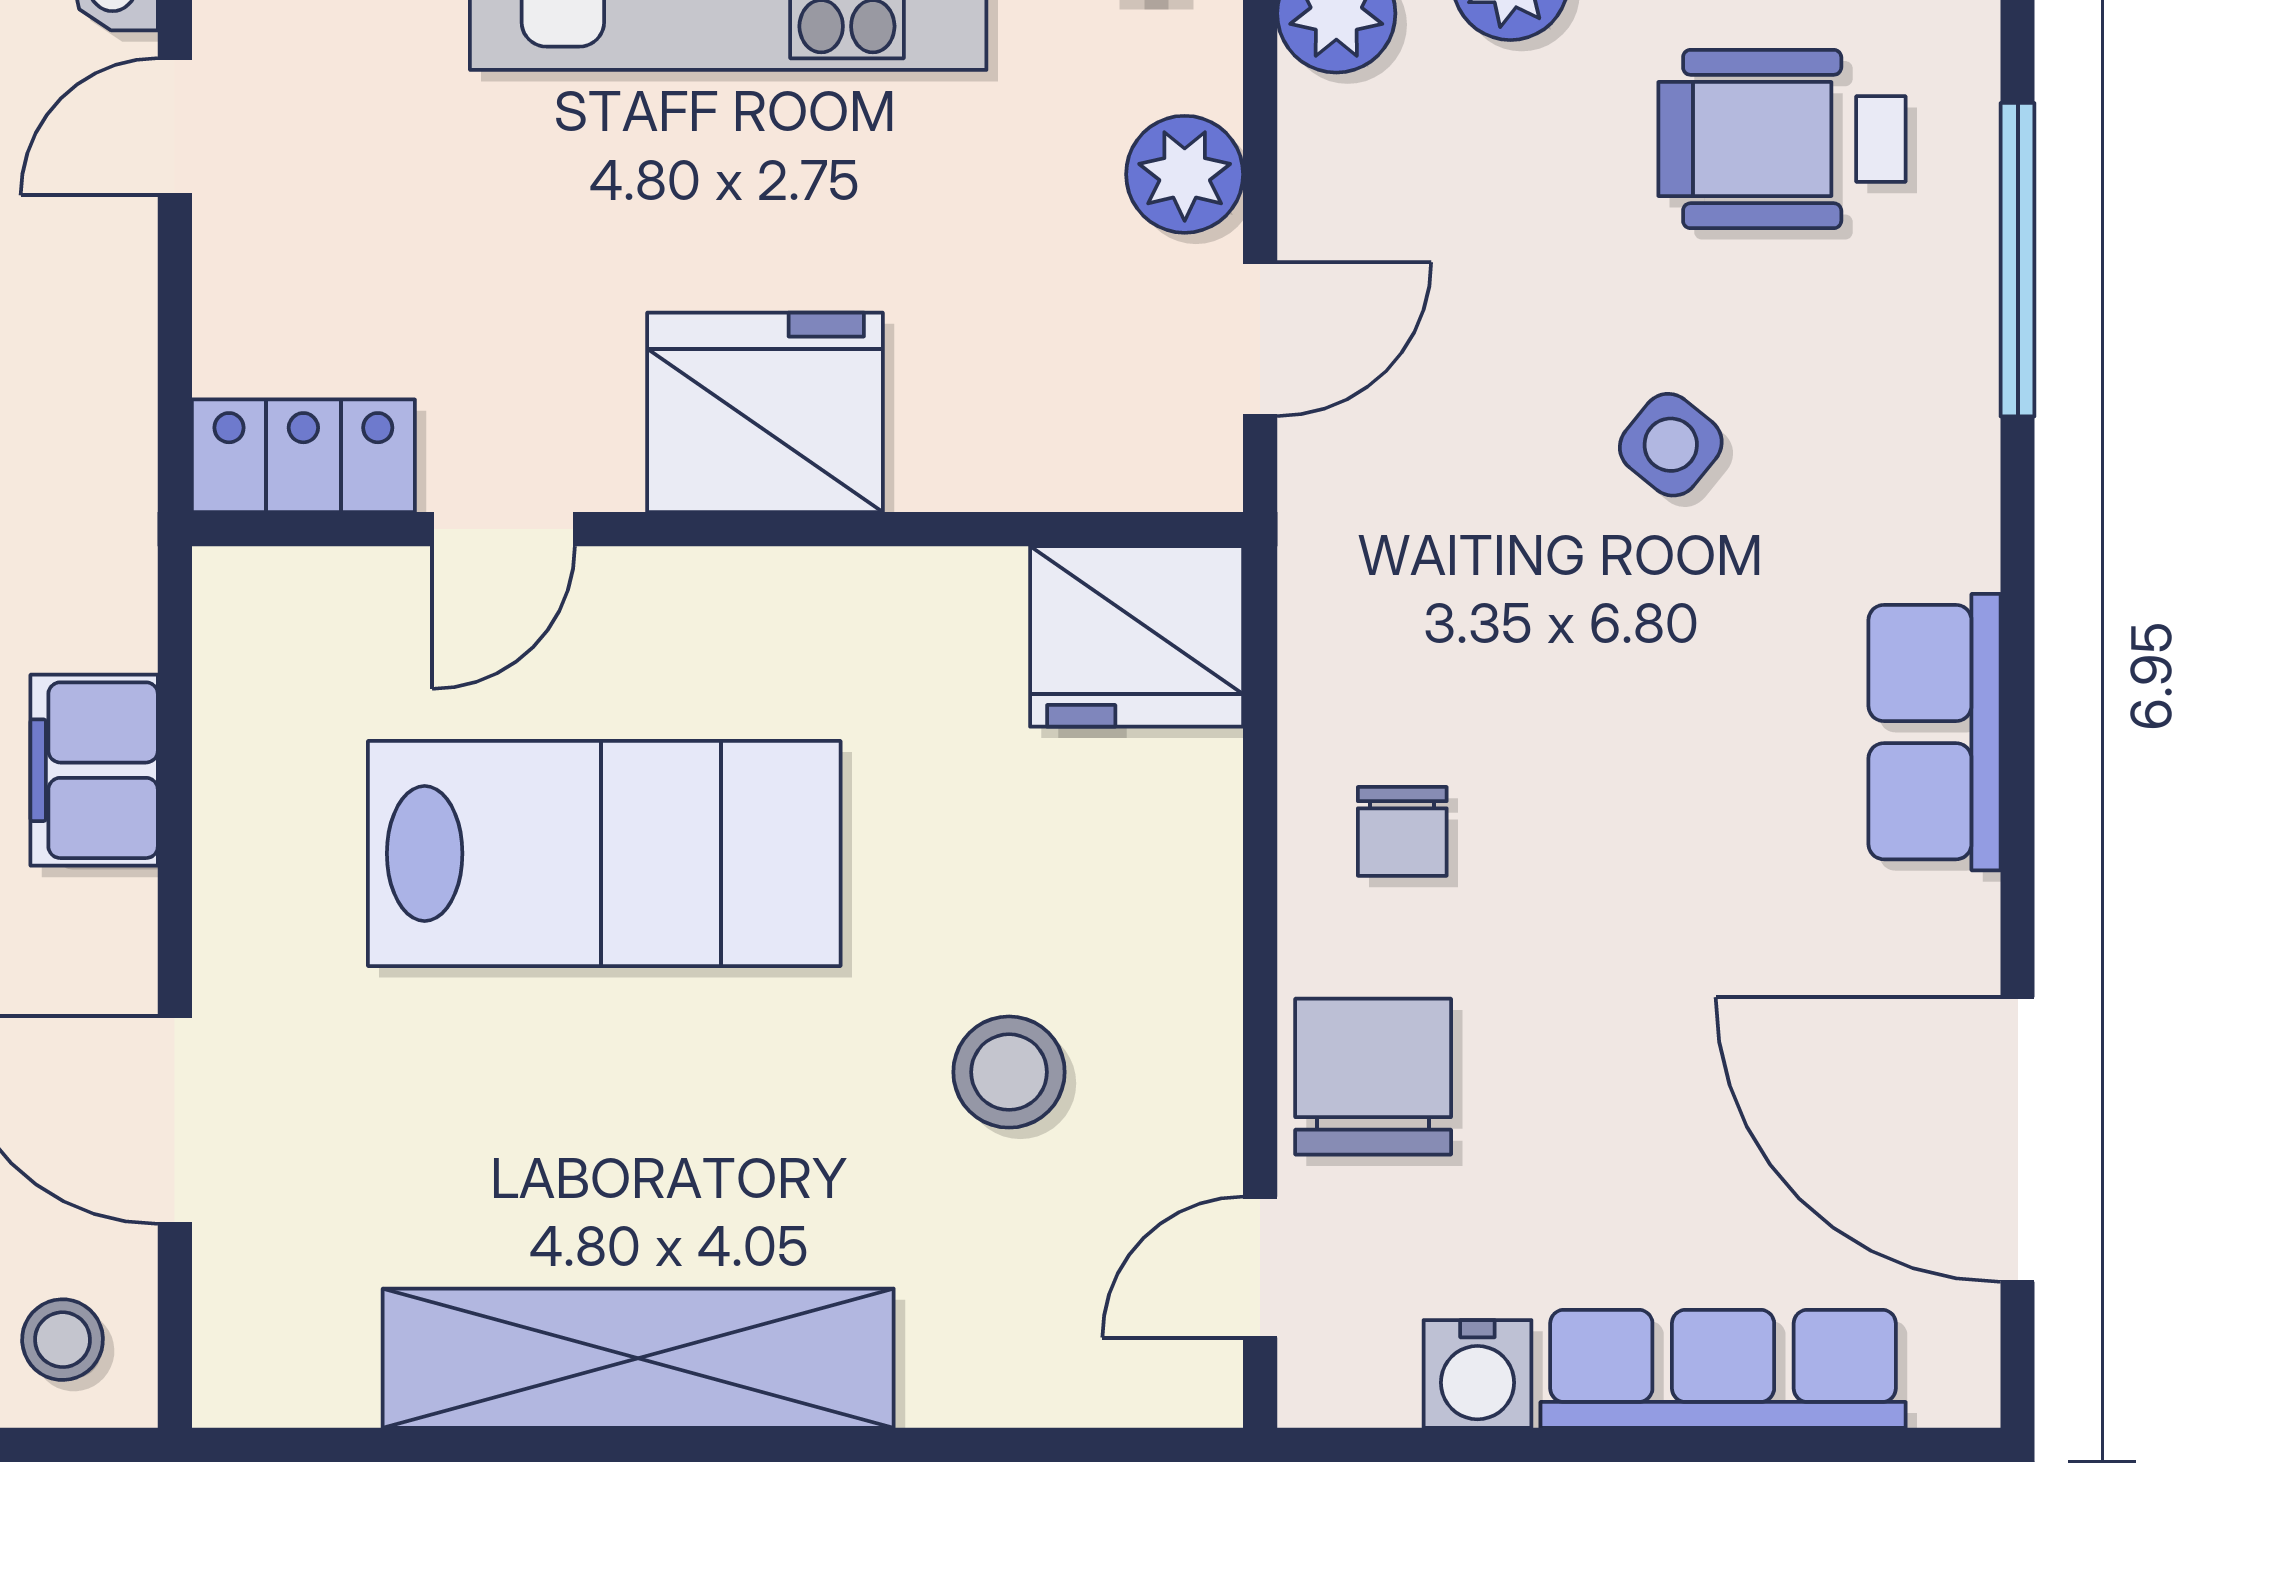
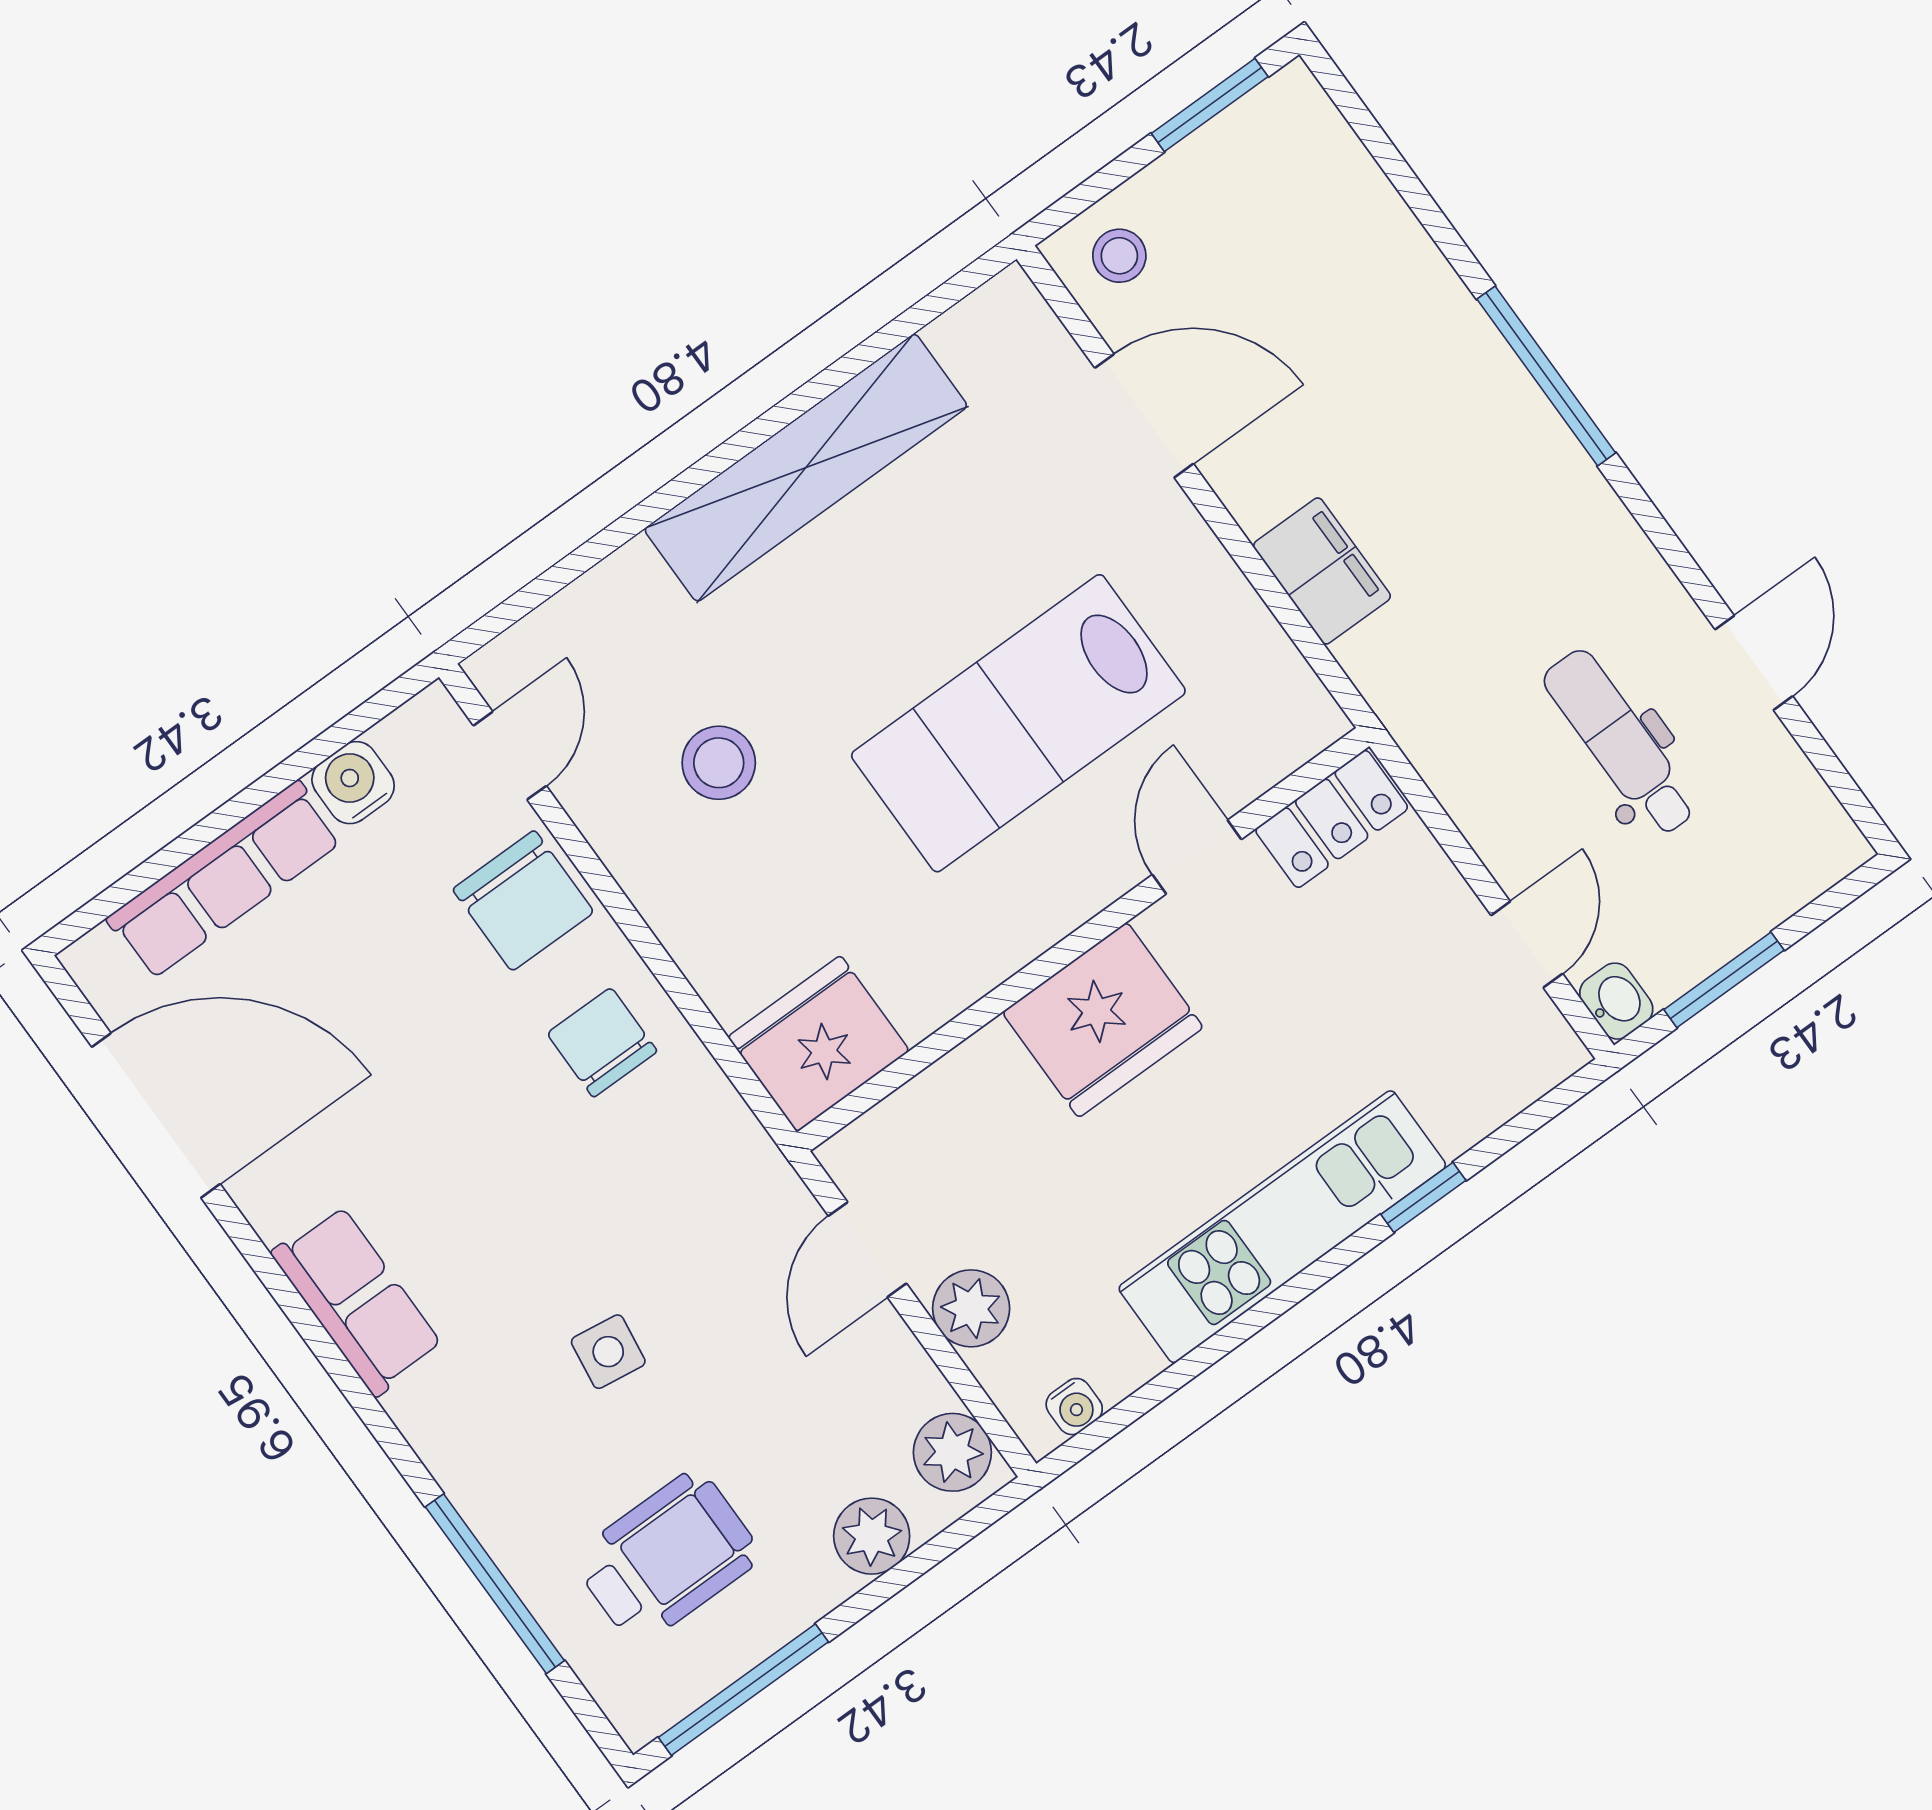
side table: (1671, 445) -> (608, 1352), turned -31
chair: (1402, 831) -> (602, 1042), width x1.37, depth x1.37

